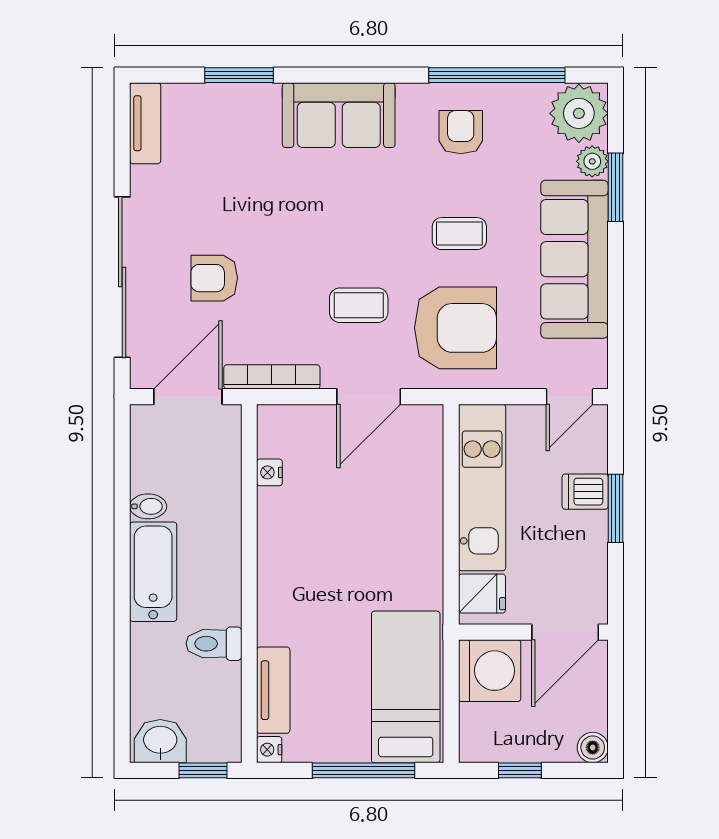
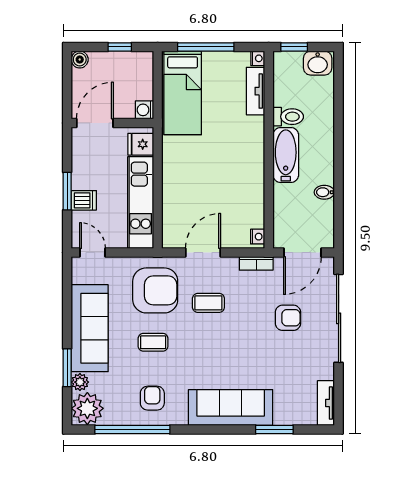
sofa: (339, 115) -> (231, 407), width x1.36
armchair: (461, 132) -> (152, 398), turned 180
armchair: (455, 328) -> (155, 290), turned 180
bookcase: (272, 377) -> (256, 263), width x0.64
door: (569, 397) -> (92, 253), hinge flipped
nightstand: (269, 472) -> (258, 237), moved
bathtub: (153, 572) -> (286, 155), moved, turned 180
washing machine: (490, 671) -> (144, 110), width x0.53, depth x0.53

